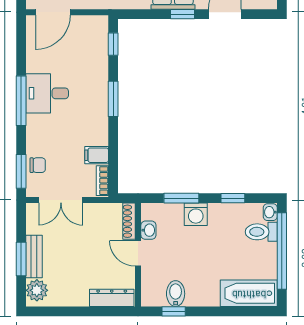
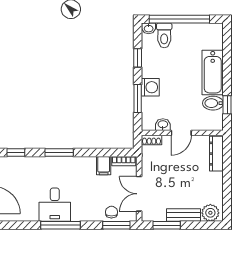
double door: (61, 200) -> (139, 194), swing flipped
shoe rack: (129, 221) -> (151, 140), width x0.70
window: (21, 259) -> (167, 225), moved
bathtub: (249, 293) -> (213, 72), moved

